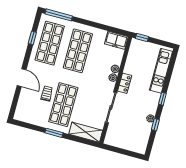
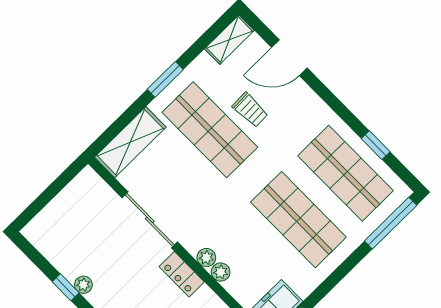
door: (22, 78) -> (289, 58), moved
shelving: (25, 117) -> (229, 40), added

